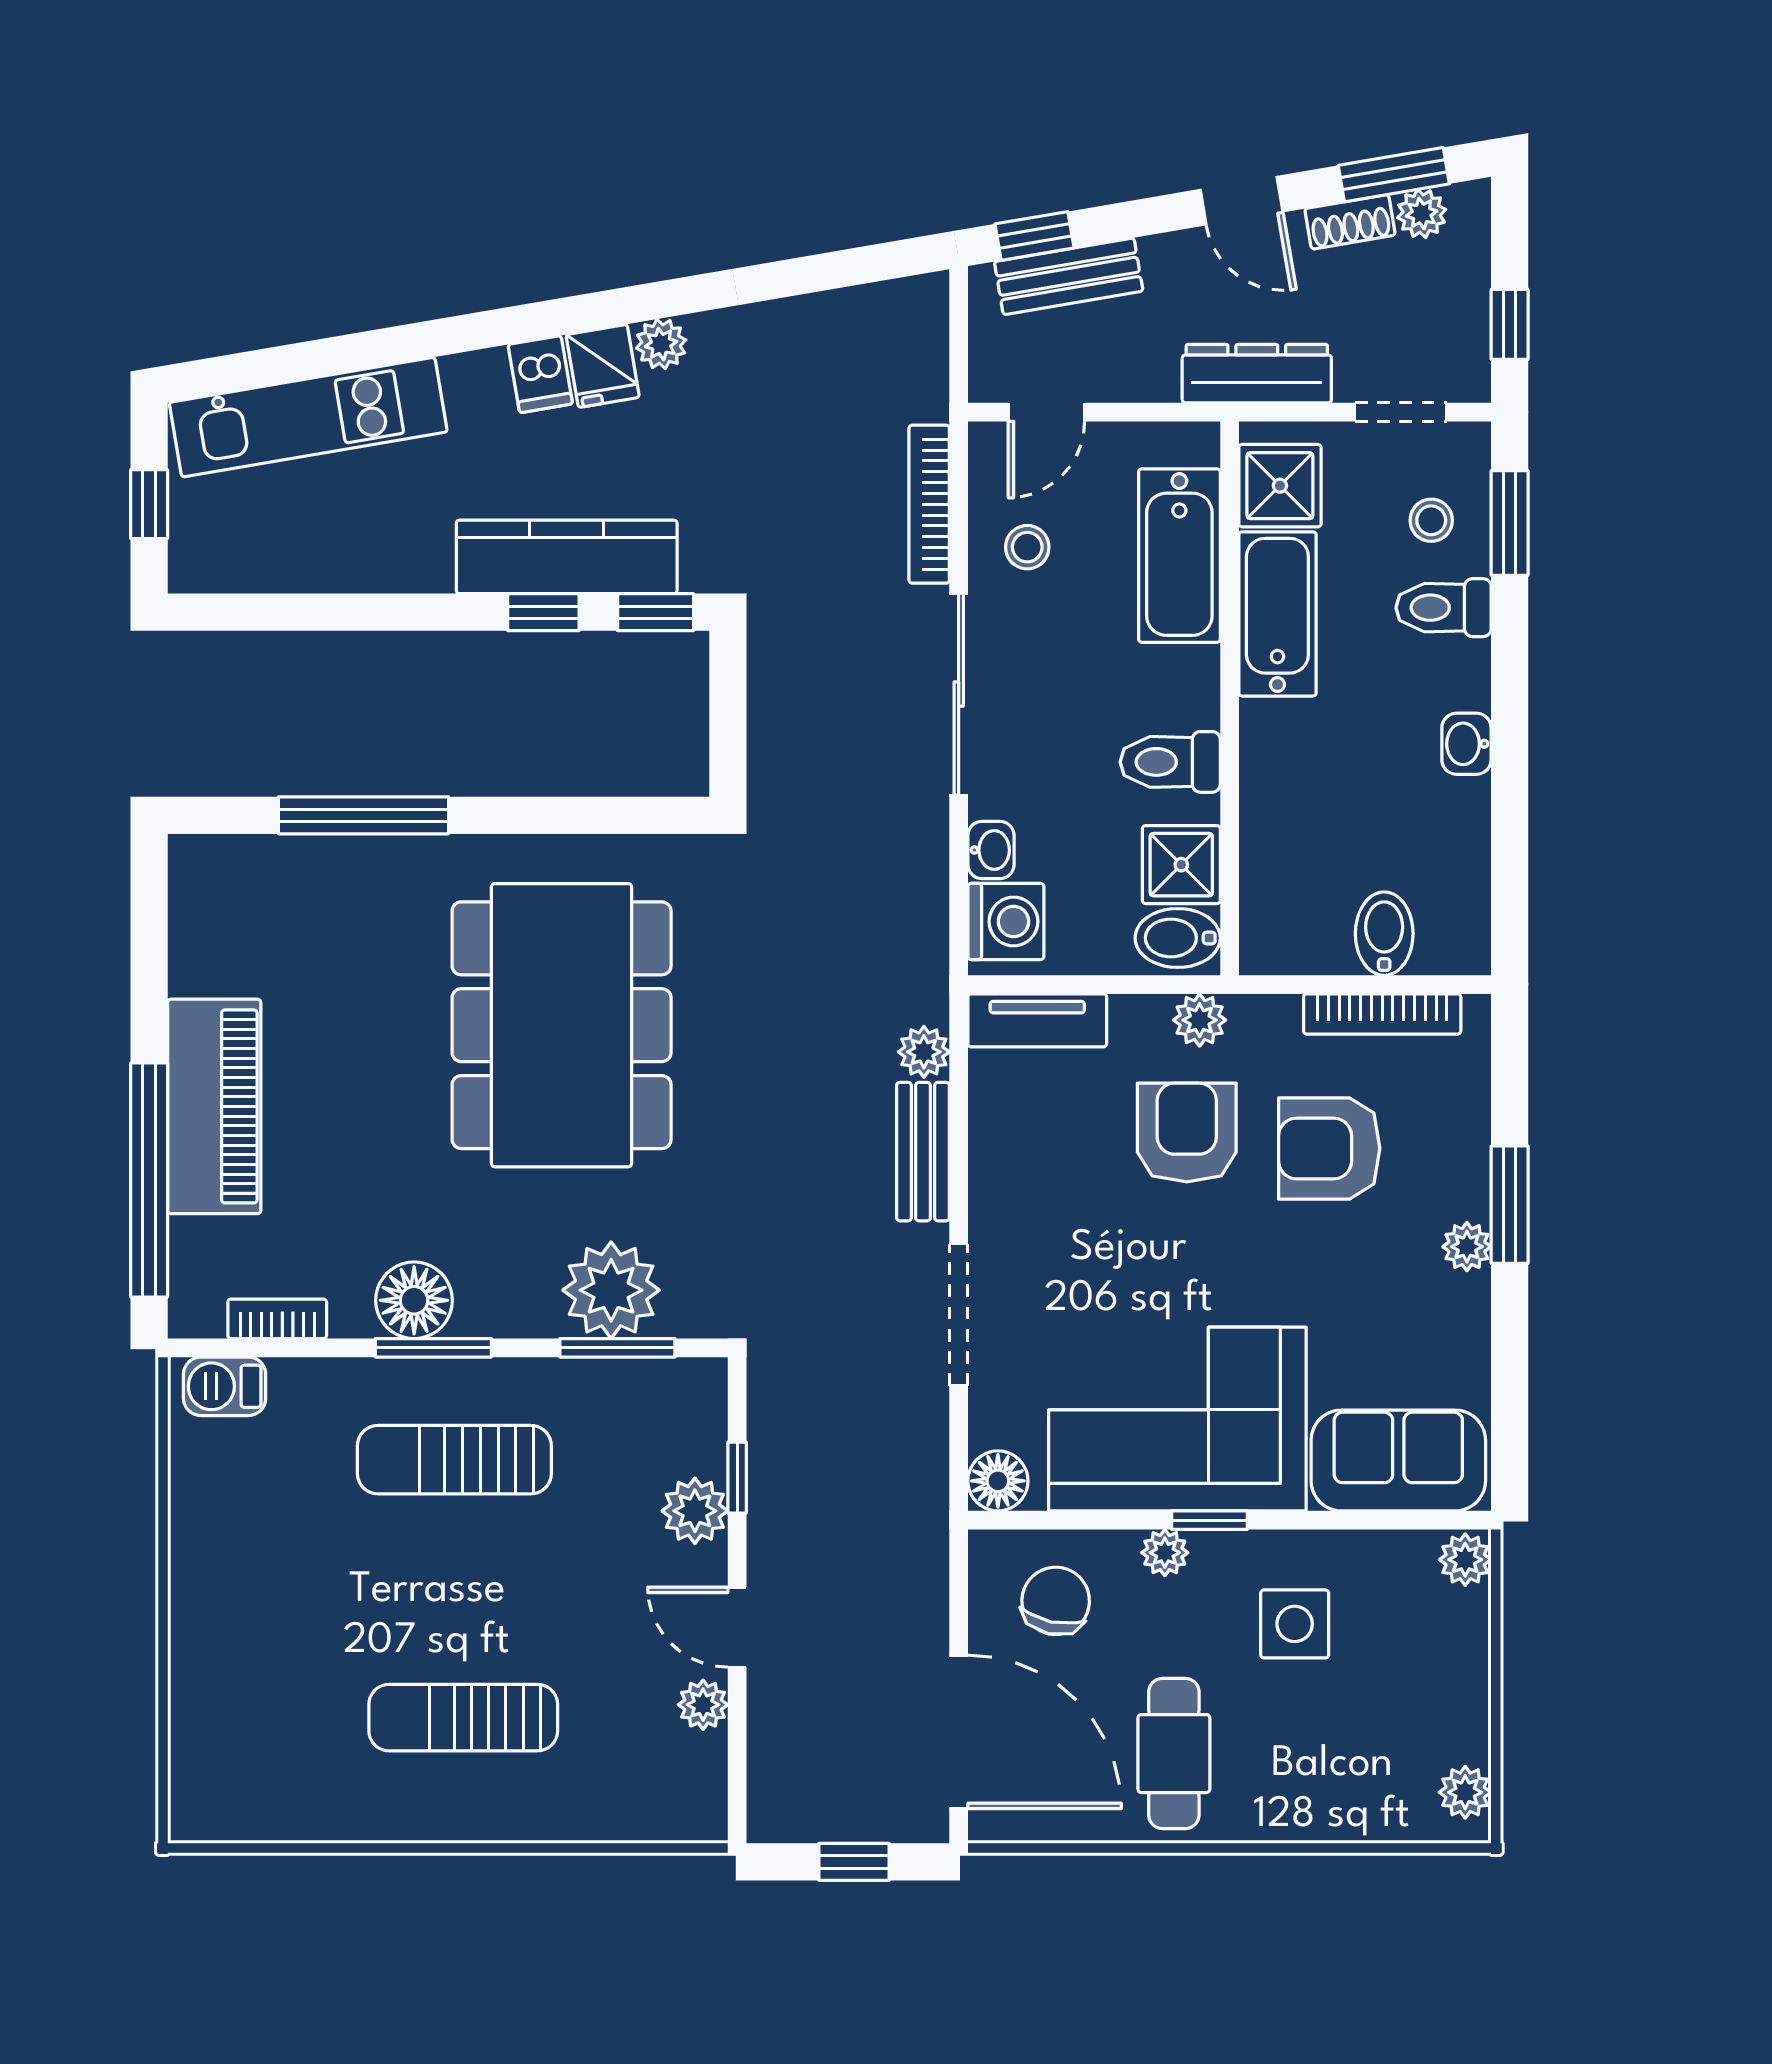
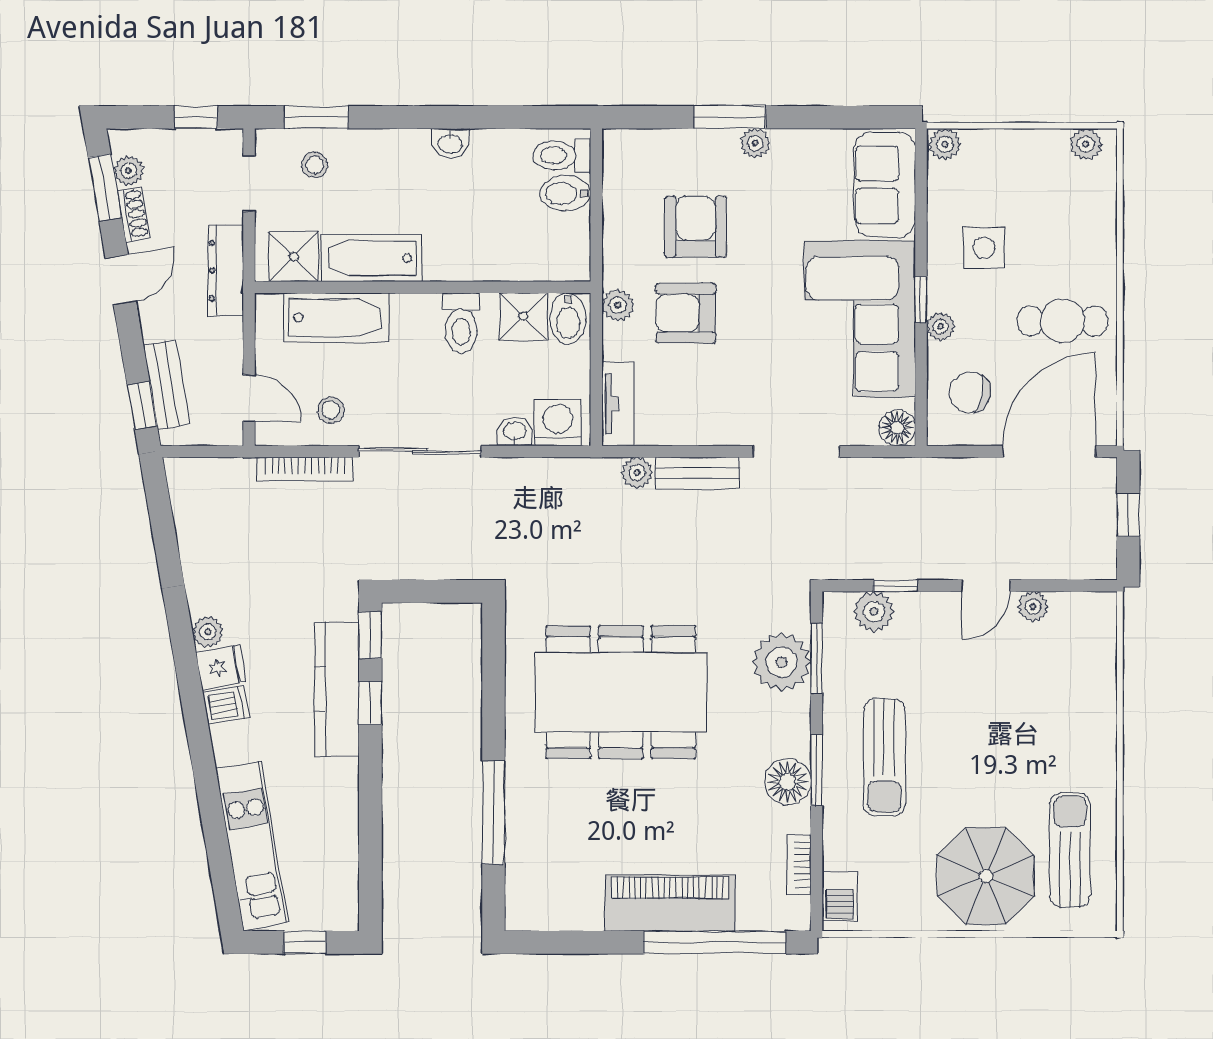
toilet: (1444, 608) -> (562, 155), moved, turned 90
bookcase: (1382, 1014) -> (614, 195), removed
armchair: (1329, 1148) -> (696, 227), turned 180
plant: (695, 1511) -> (874, 611), moved
parasol: (259, 1627) -> (986, 876), added
sun lounger: (463, 1718) -> (1070, 850), moved, turned 180

